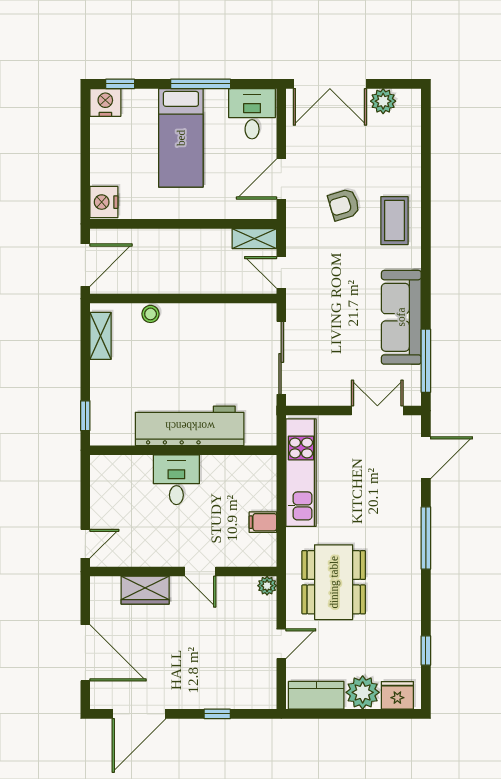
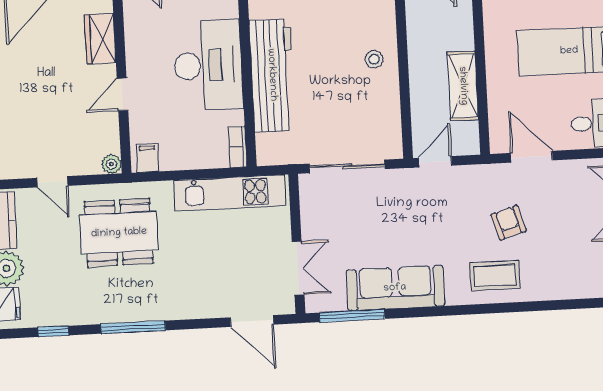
shelving: (254, 239) -> (463, 86), moved, width x1.50, depth x1.33
stool: (151, 314) -> (374, 59), moved
bookcase: (257, 463) -> (238, 147), added
desk: (176, 480) -> (208, 65), width x1.87, depth x1.30
filing cabinet: (263, 522) -> (147, 158), moved
window: (426, 538) -> (133, 327), moved

